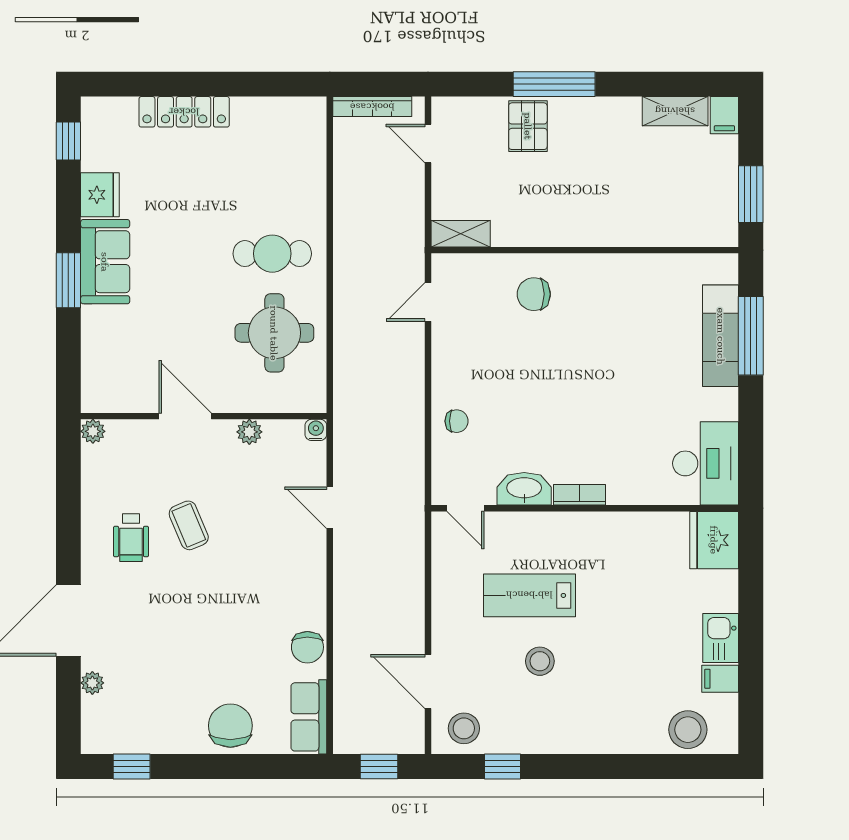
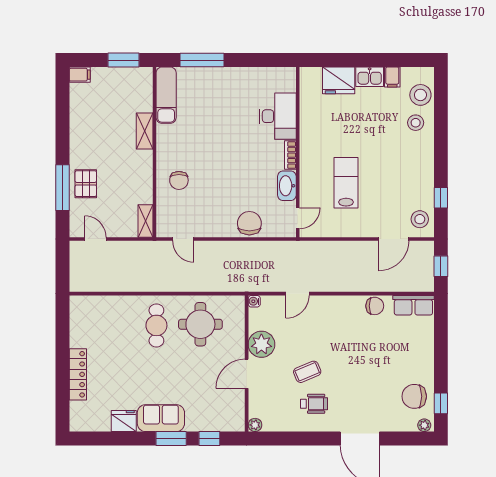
window: (554, 84) -> (62, 188), moved
bookcase: (372, 107) -> (75, 270), removed
shelving: (675, 111) -> (145, 131), moved
pallet: (528, 126) -> (86, 184), turned 90
window: (68, 141) -> (209, 438), moved
door: (428, 143) -> (95, 239), swing flipped
exam couch: (721, 336) -> (166, 95), moved, turned -90
chair: (457, 421) -> (249, 223), width x1.87, depth x1.87
plant: (249, 432) -> (261, 344), width x1.88, depth x1.88
desk: (706, 463) -> (278, 116), moved, turned 90
fridge: (714, 540) -> (339, 80), moved
lab bench: (529, 595) -> (346, 183), turned 180
stool: (540, 661) -> (416, 123), moved
plant: (92, 683) -> (424, 425), moved
chair: (230, 726) -> (414, 396), moved

